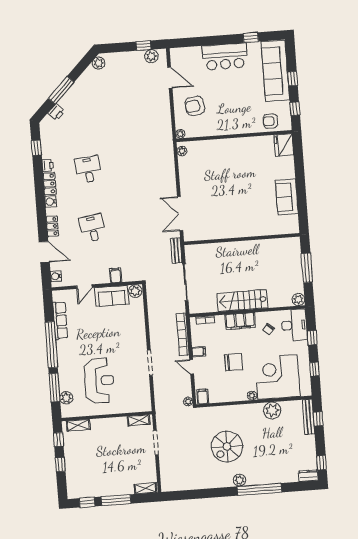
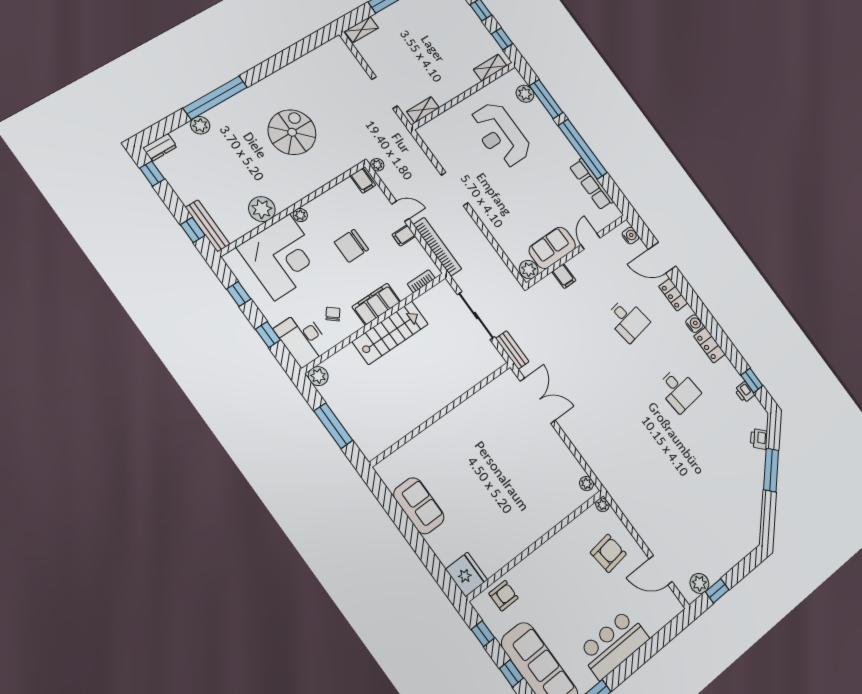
plant: (99, 63) -> (752, 533), removed
printer: (48, 165) -> (745, 392), moved
plant: (240, 480) -> (200, 125), moved

